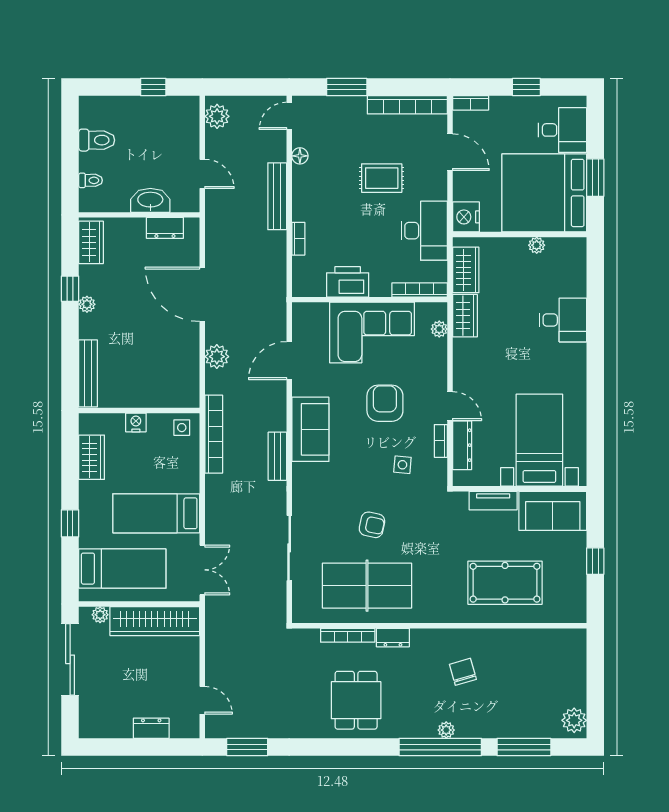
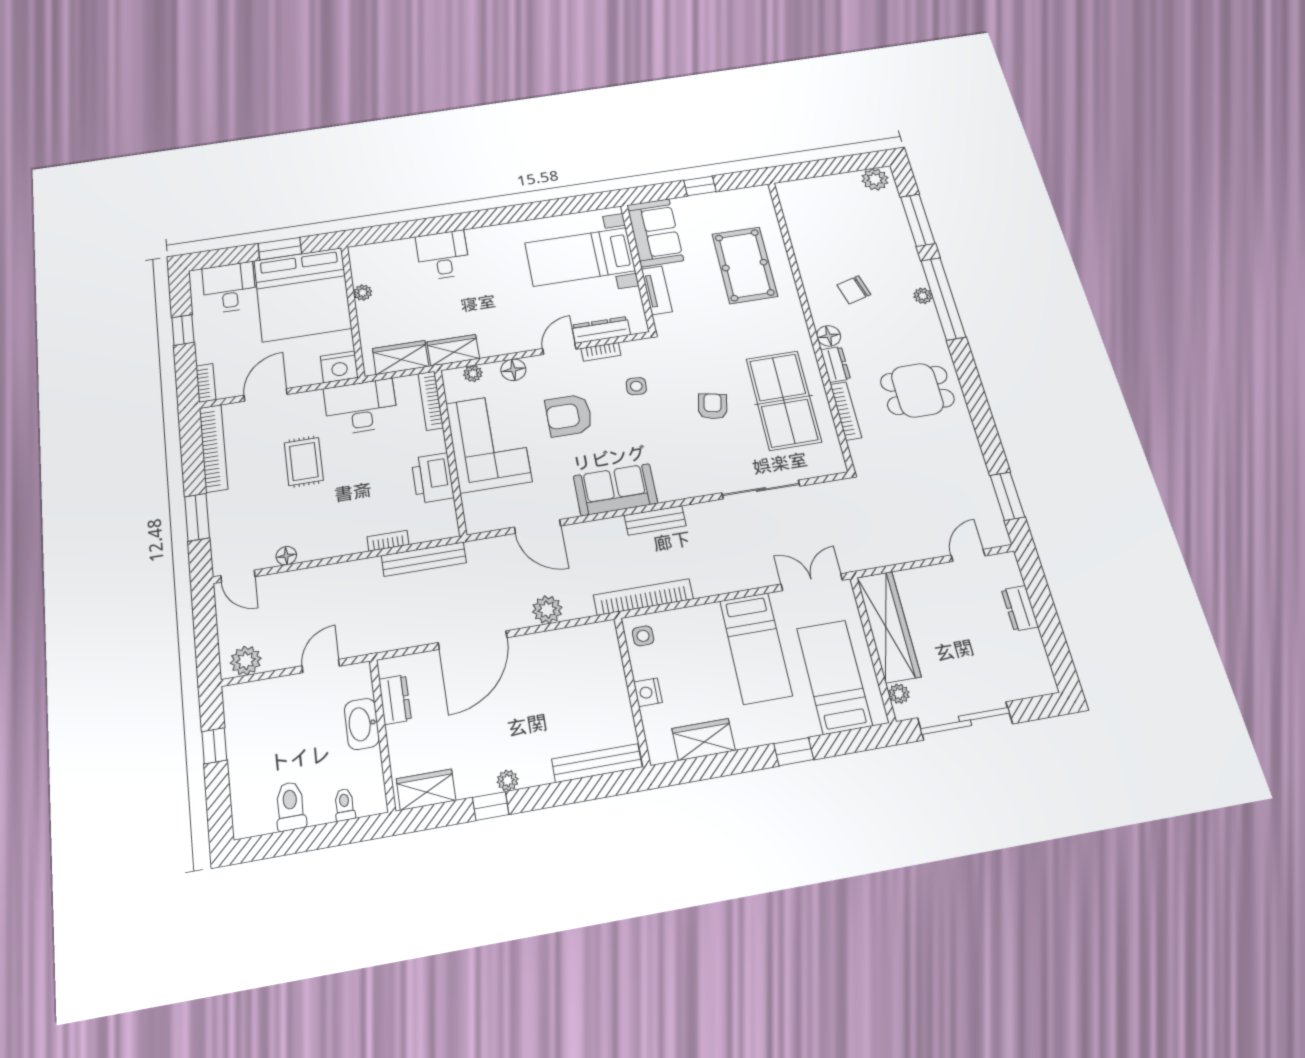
bench: (277, 196) -> (424, 559), moved
floor lamp: (437, 364) -> (513, 370), added
floor lamp: (421, 639) -> (829, 336), added

